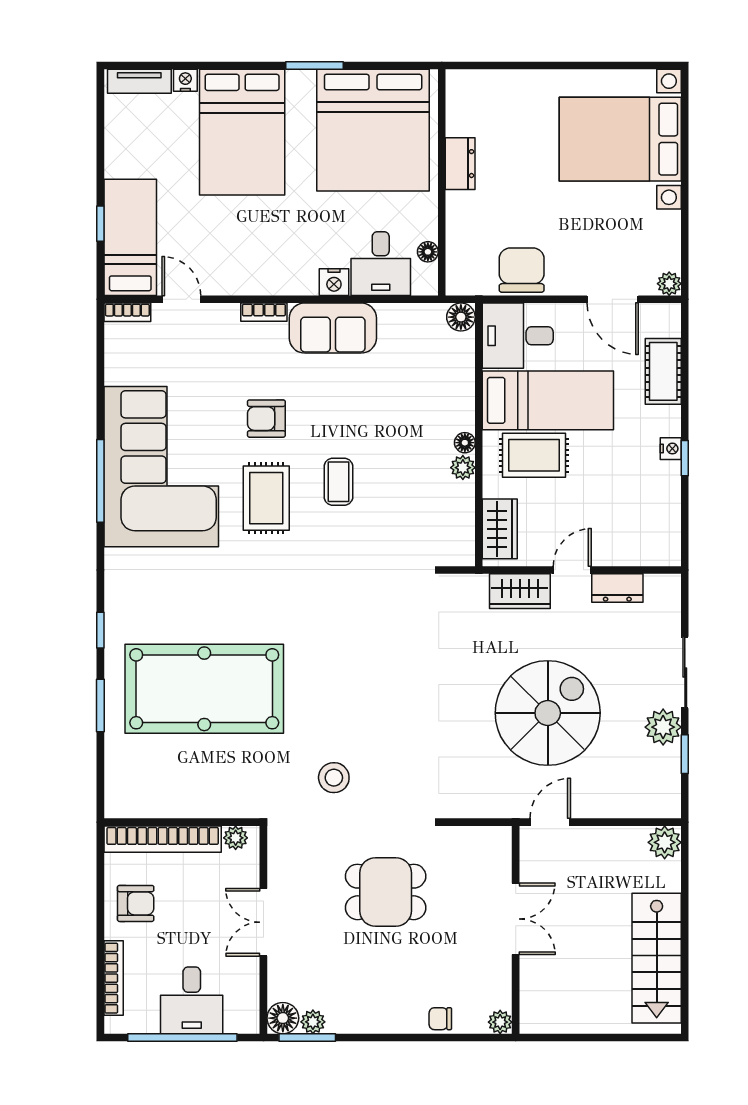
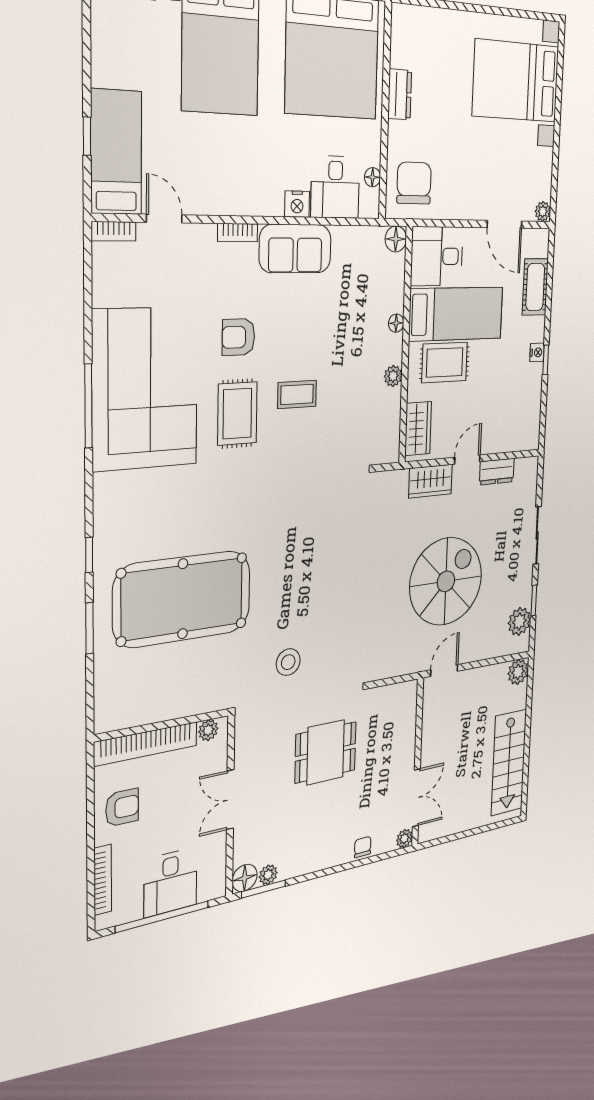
chair: (522, 270) -> (414, 183), moved
floor lamp: (465, 443) -> (396, 323), moved
coffee table: (338, 482) -> (297, 394), turned 90
plant: (663, 727) -> (519, 621), moved
double door: (516, 919) -> (416, 798), moved
chair: (440, 1019) -> (363, 847), turned 90

